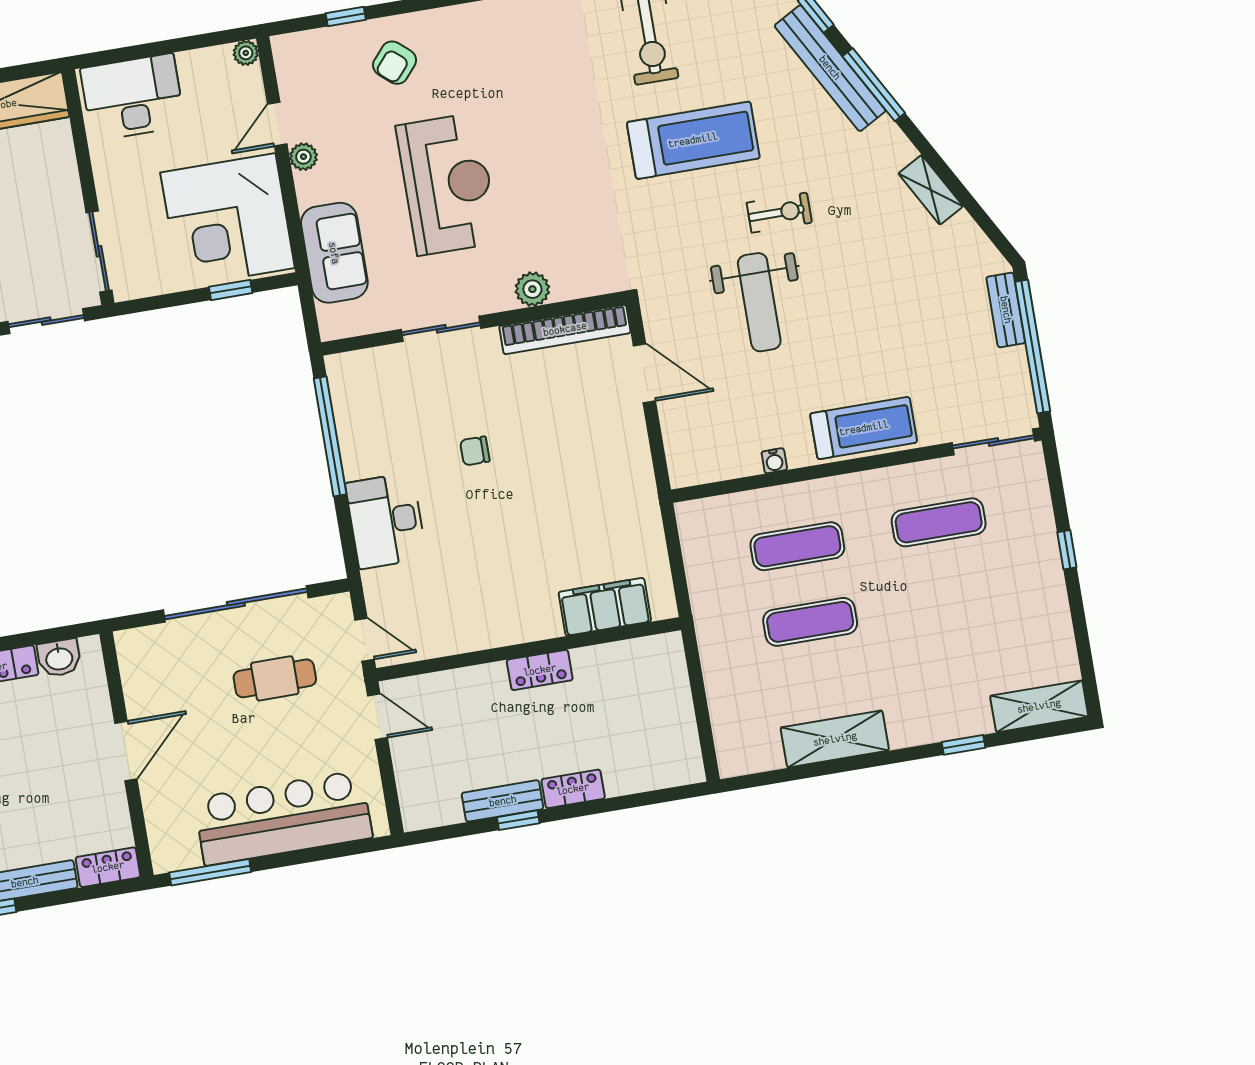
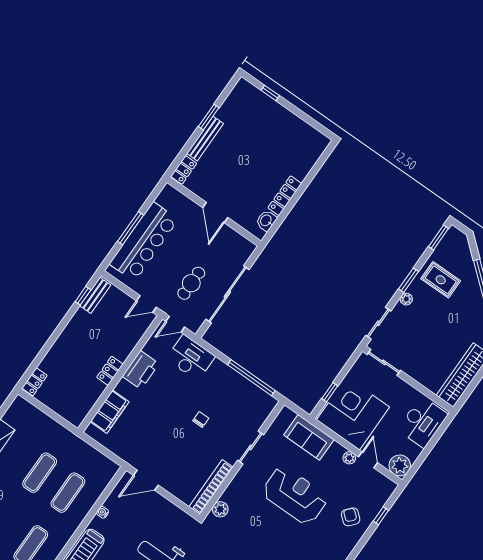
plant: (246, 53) -> (400, 465), width x1.87, depth x1.87
reception desk: (447, 184) -> (295, 495), turned 180
plant: (532, 289) -> (220, 509), moved
door: (644, 373) -> (146, 480), moved
desk: (386, 521) -> (191, 358), moved
printer: (490, 623) -> (141, 370), added
locker: (573, 789) -> (35, 382), moved
bench: (503, 801) -> (95, 295), moved
window: (518, 820) -> (83, 296), moved
window: (210, 872) -> (130, 228), moved

